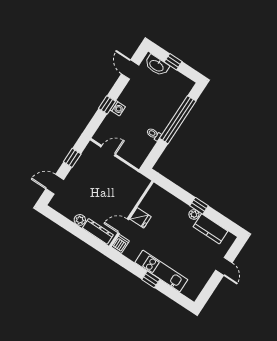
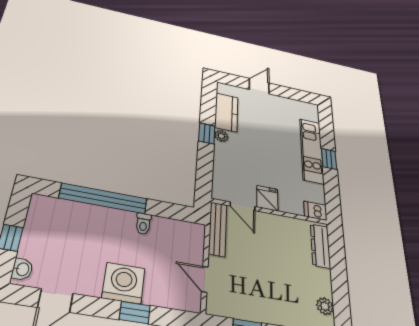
washbasin: (157, 65) -> (22, 269), width x0.52, depth x0.69
washing machine: (118, 108) -> (124, 283), width x1.89, depth x1.89
bench: (134, 175) -> (218, 229), added
plant: (80, 220) -> (325, 306), moved
door: (123, 226) -> (243, 206), moved

